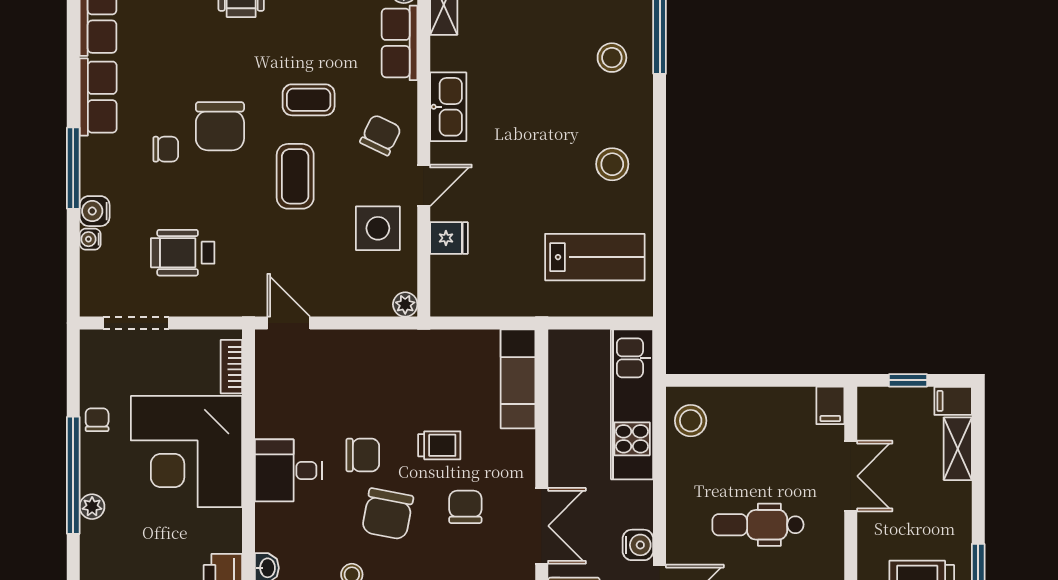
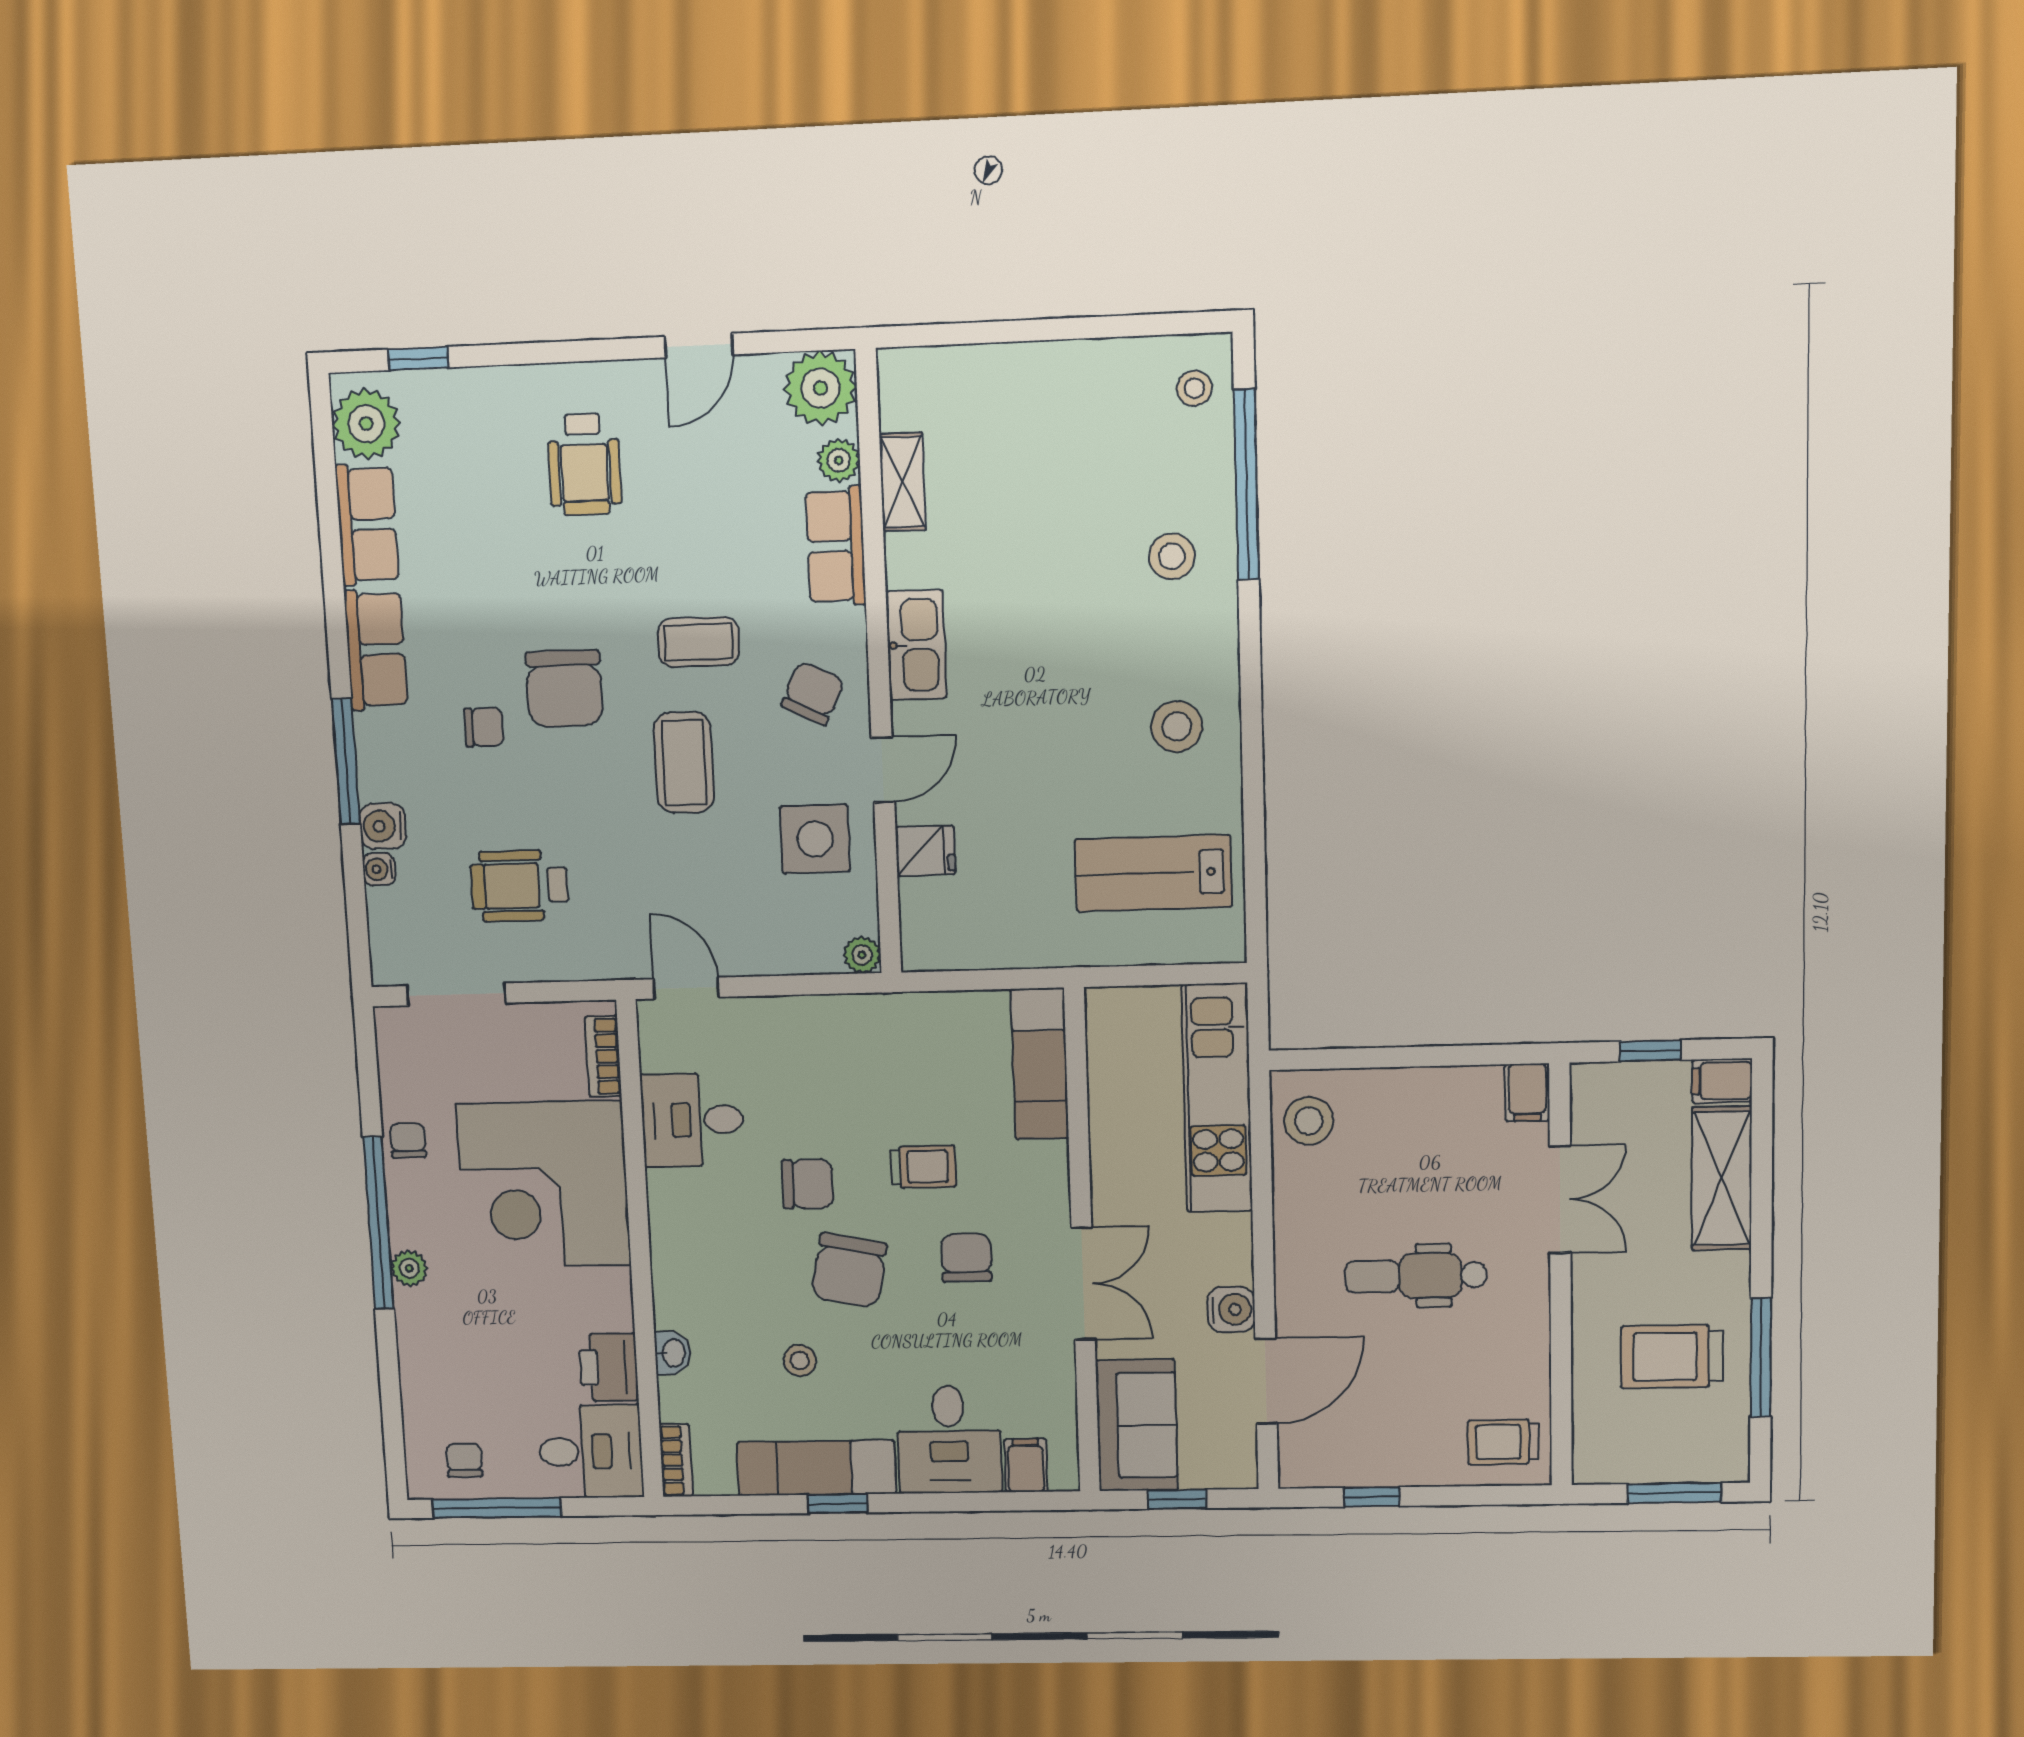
lab bench: (595, 257) -> (1153, 873), turned 180
shelving: (958, 449) -> (1722, 1178), width x1.50, depth x1.33
desk: (288, 470) -> (692, 1120), moved

